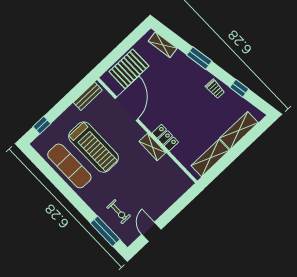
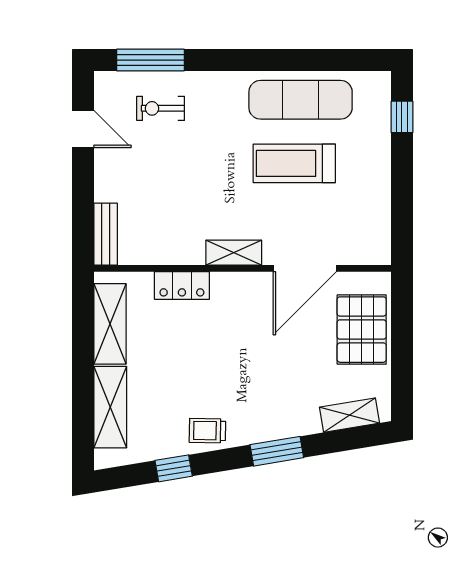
bench: (88, 96) -> (106, 234), moved
door: (126, 109) -> (305, 268), hinge flipped
locker: (165, 138) -> (182, 285), moved
treadmill: (94, 147) -> (294, 163), width x0.73, depth x0.73
shelving: (152, 147) -> (234, 253), moved

